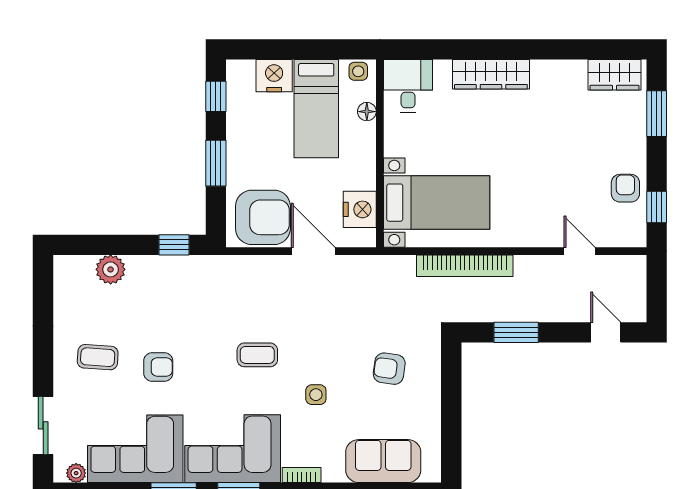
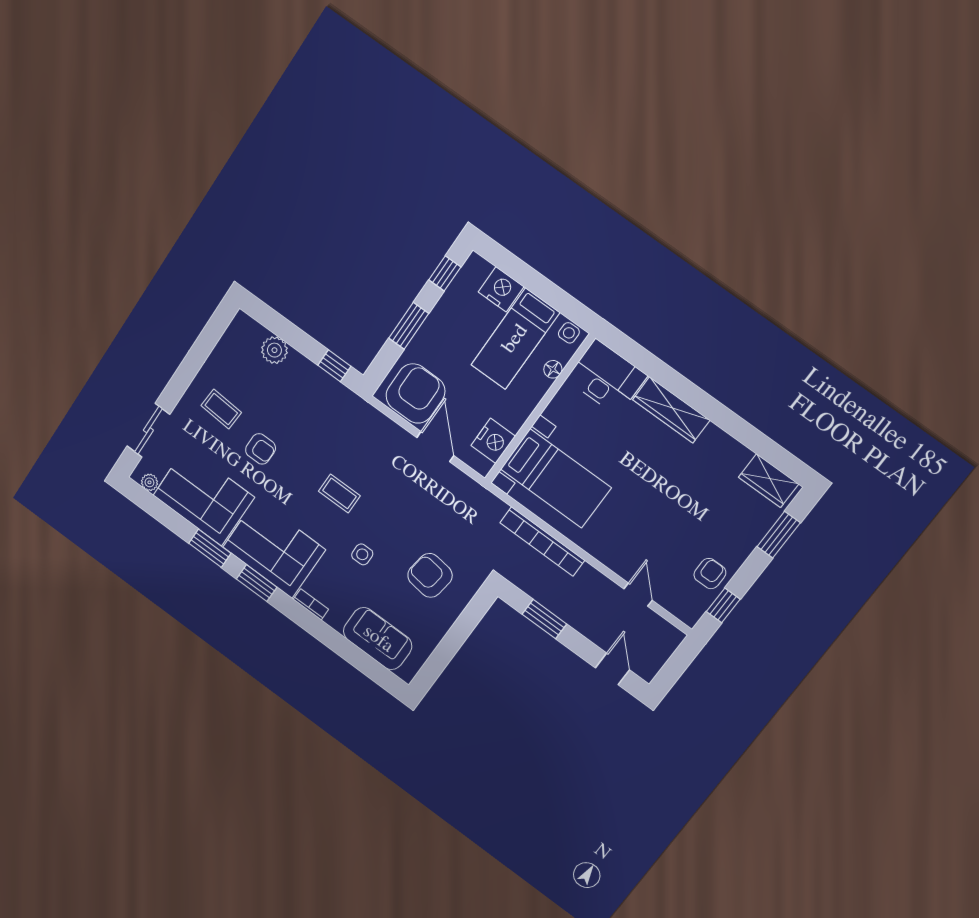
desk: (408, 86) -> (607, 377), width x1.37
armchair: (263, 217) -> (415, 393), turned -90
armchair: (389, 369) -> (430, 575), width x1.38, depth x1.38

